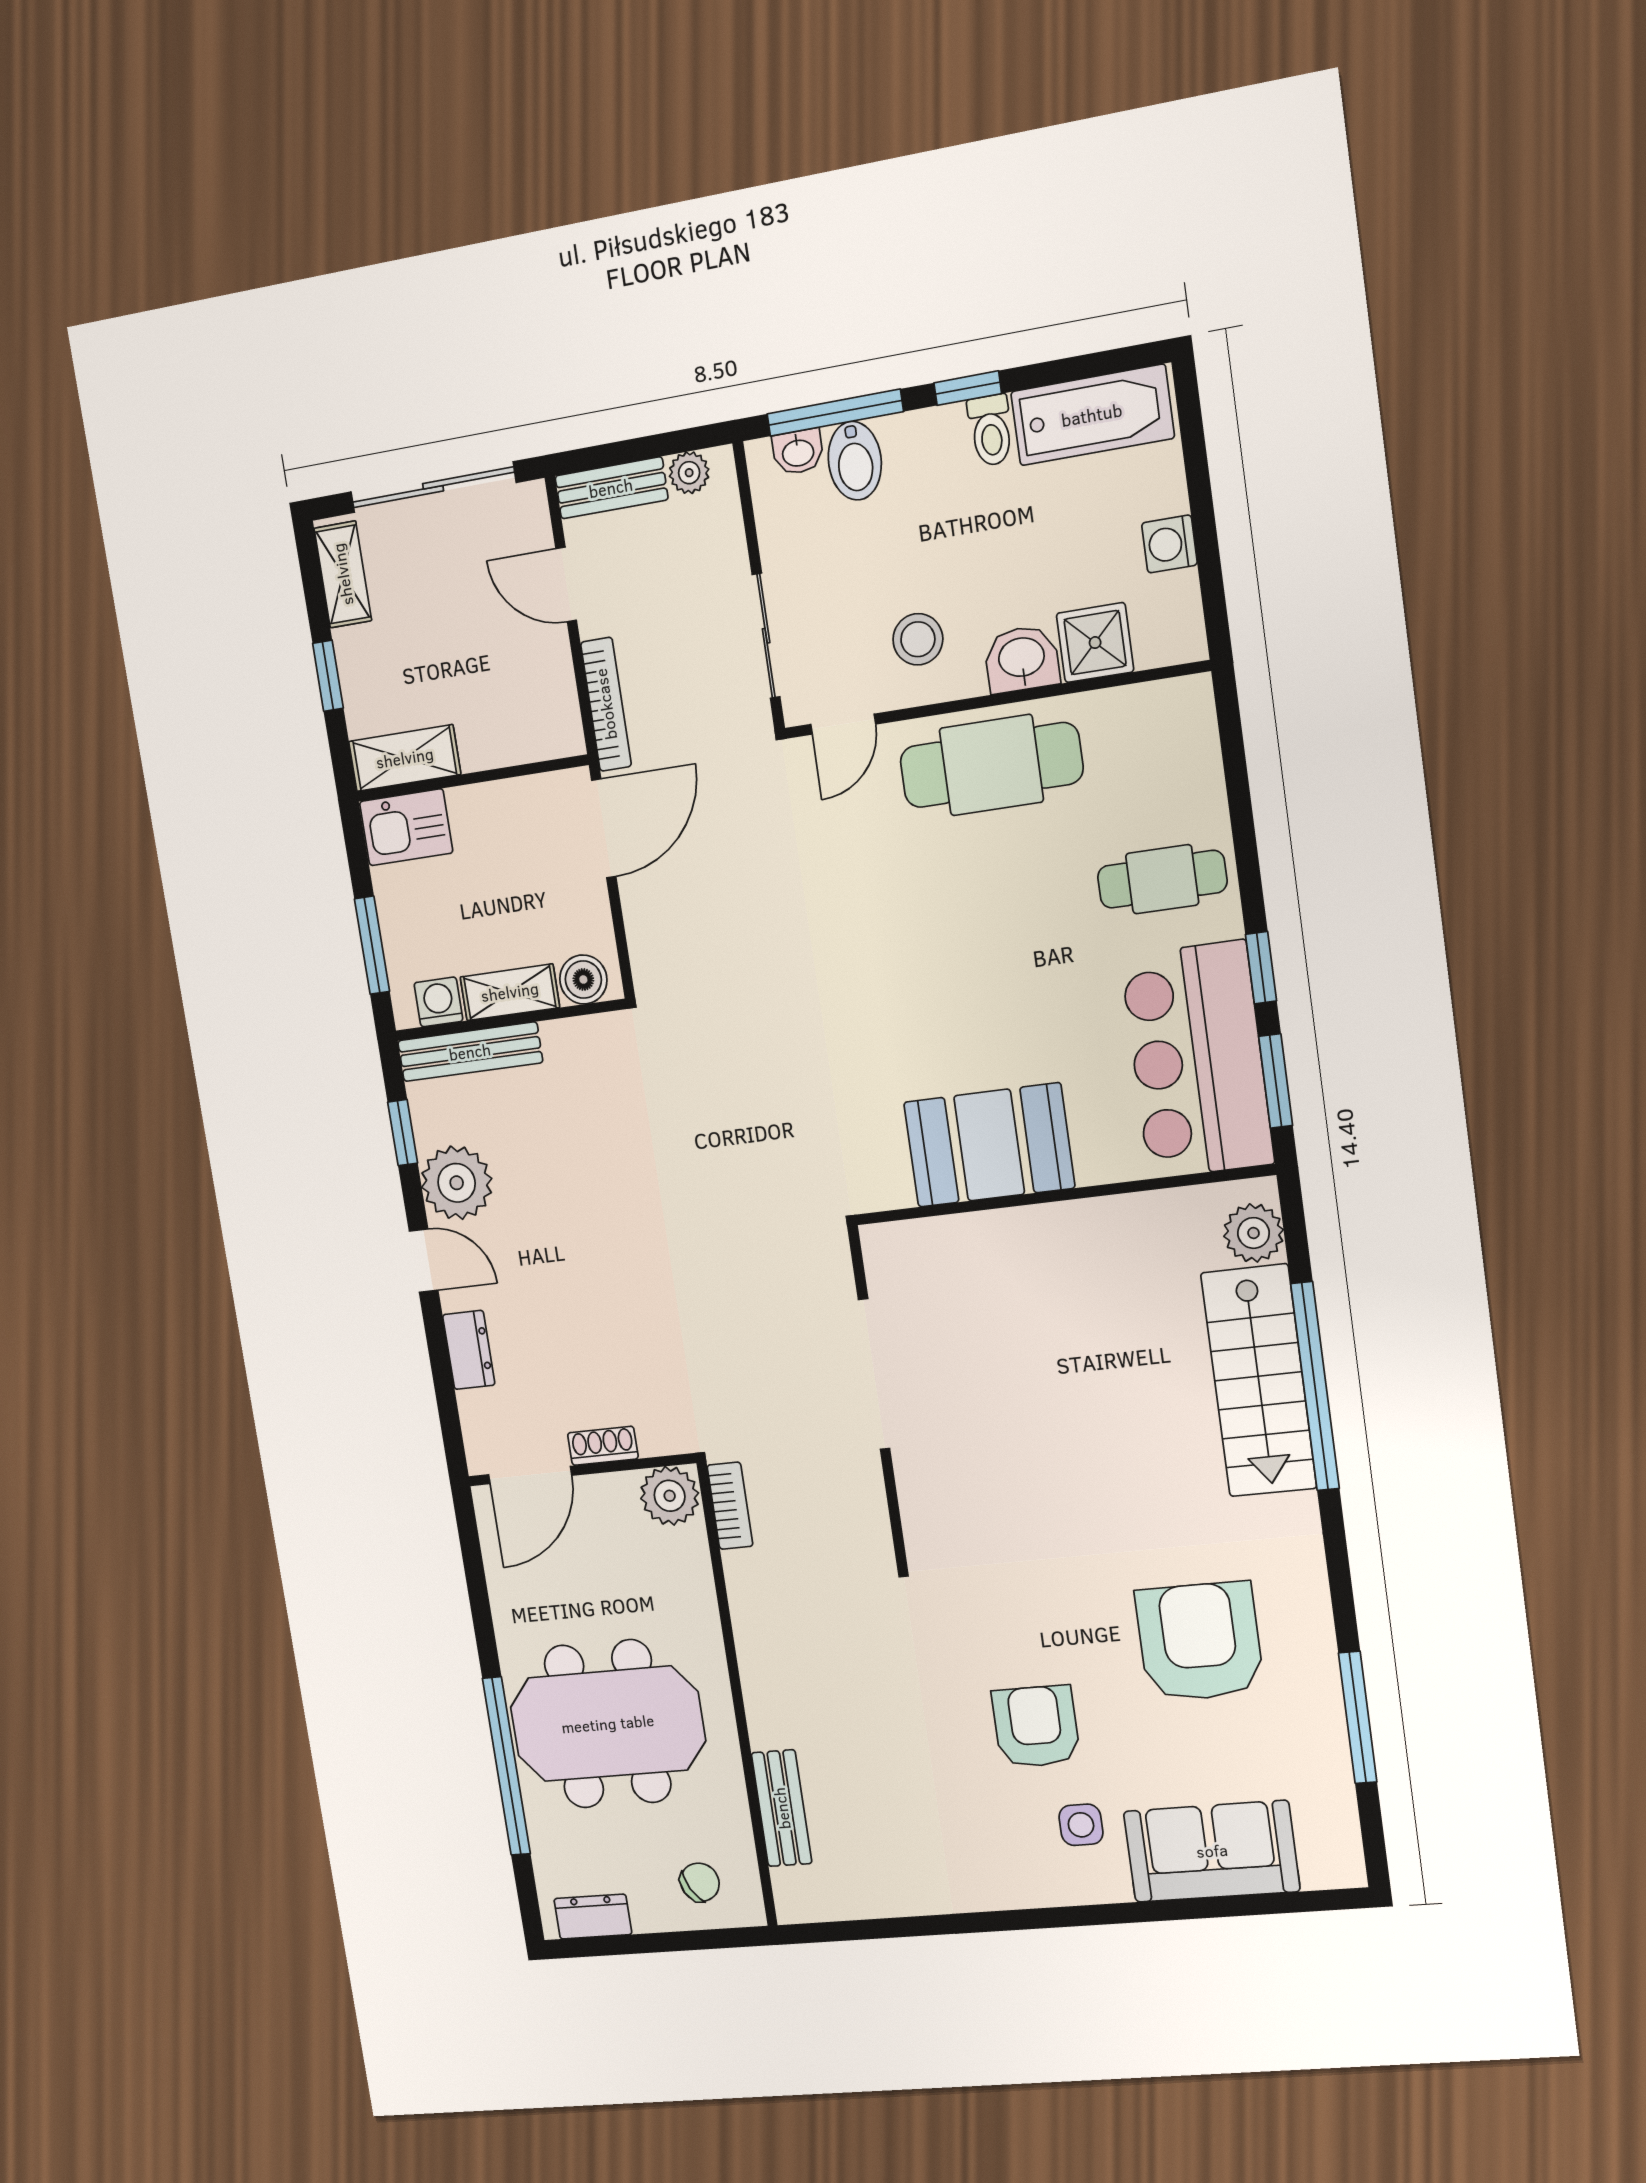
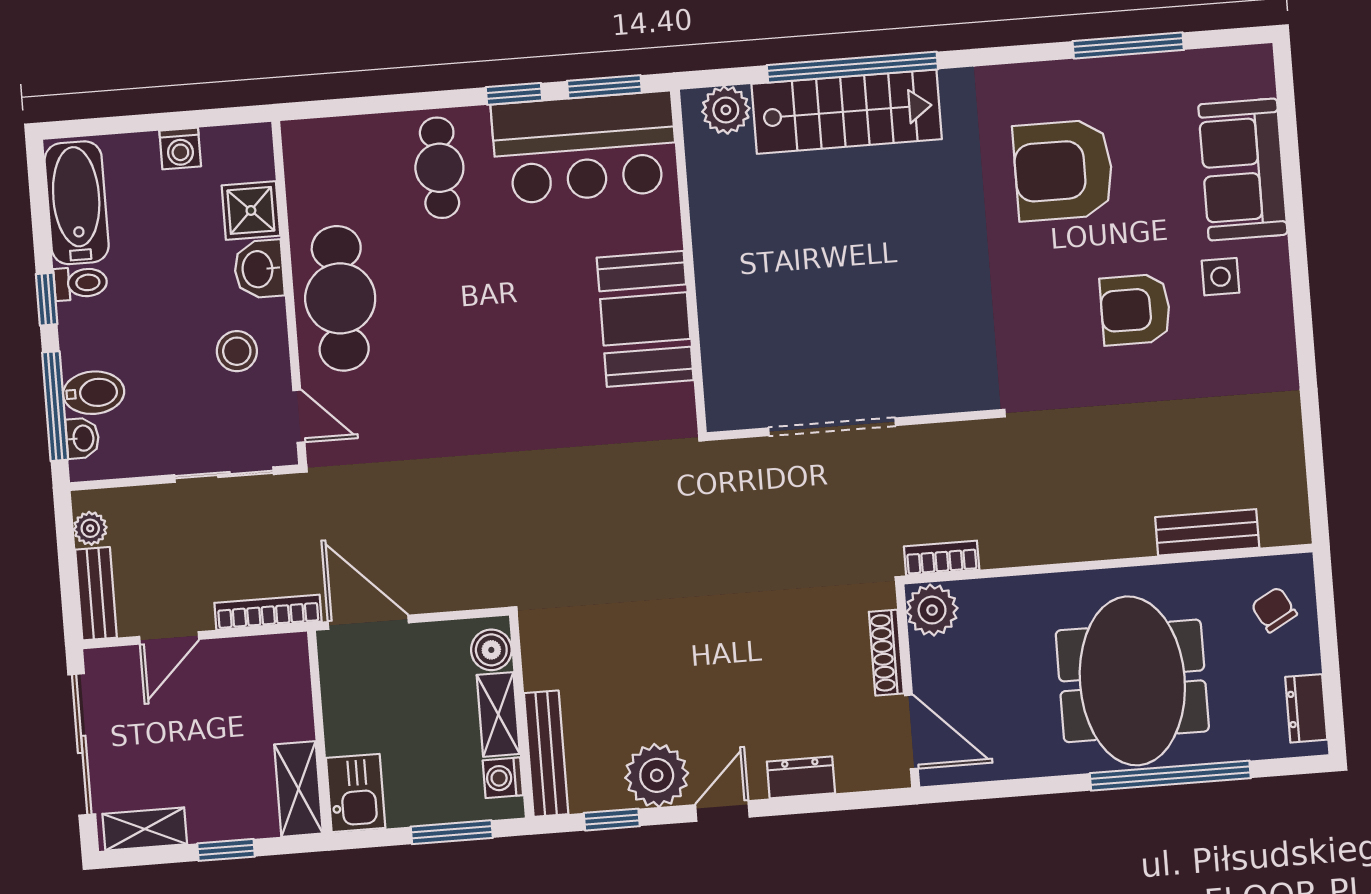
shoe rack: (603, 1446) -> (886, 653), width x1.43

